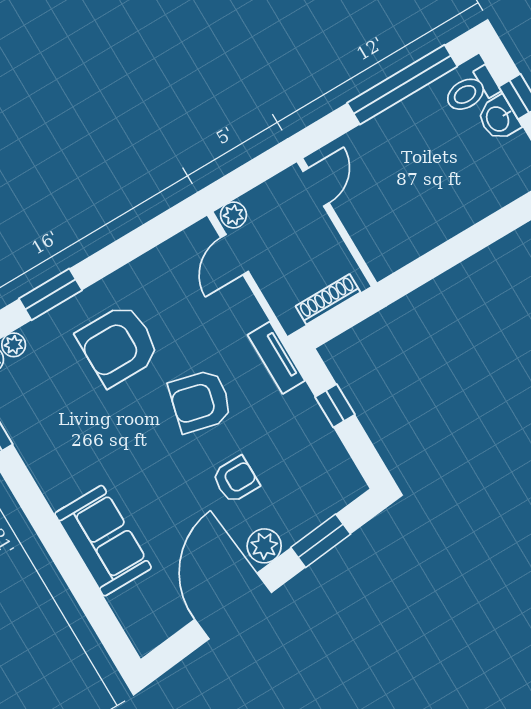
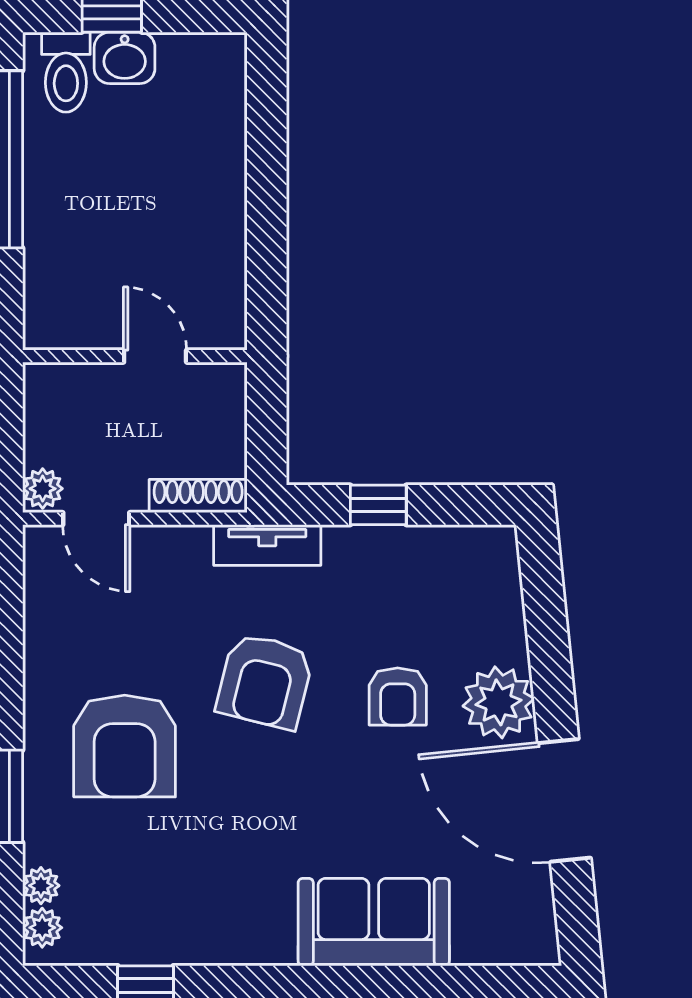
door: (316, 187) -> (155, 356), moved
shoe rack: (328, 299) -> (198, 496), moved, turned 90
armchair: (236, 480) -> (398, 696), turned 180
window: (321, 541) -> (547, 632), removed
plant: (264, 546) -> (498, 702), width x1.36, depth x1.36

